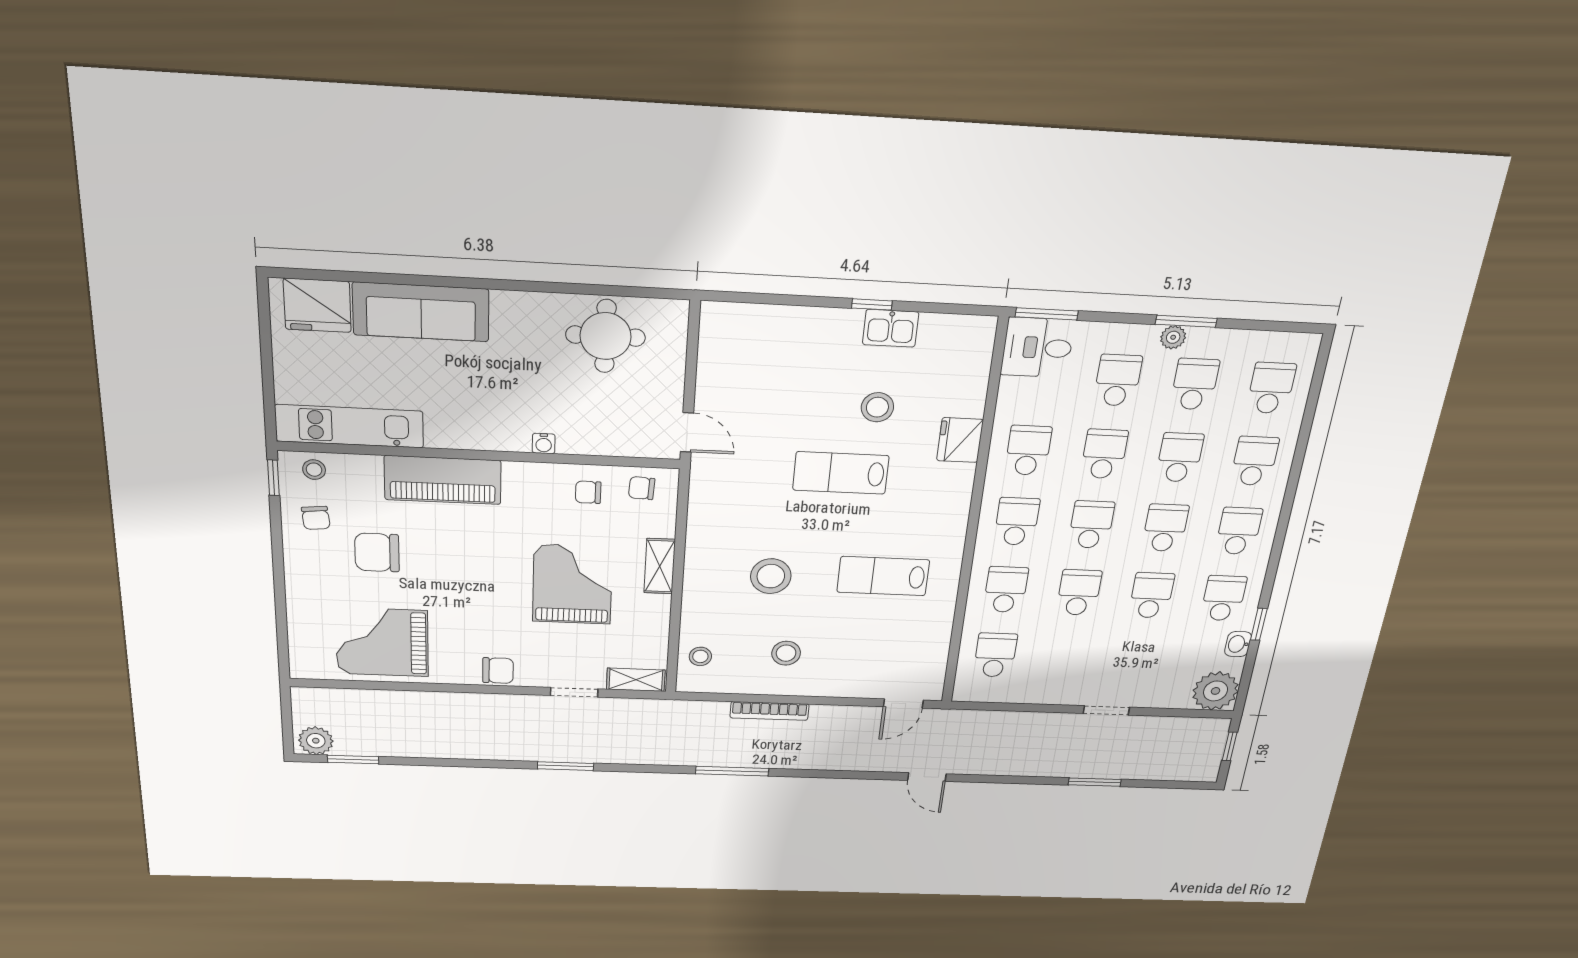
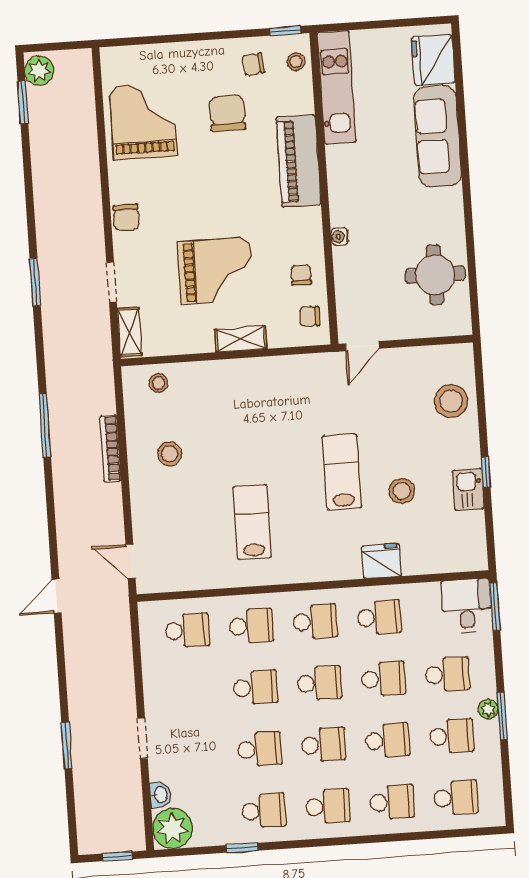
chair: (642, 488) -> (310, 317), turned -93
stool: (771, 576) -> (451, 401), moved
washbasin: (1238, 644) -> (160, 795), moved, turned 90

